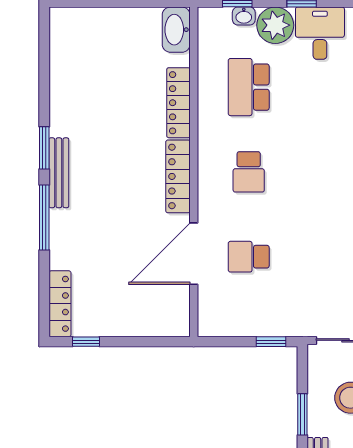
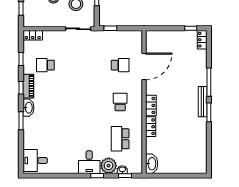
school desk: (249, 87) -> (120, 139), turned 180
locker: (178, 103) -> (151, 127), width x0.66
locker: (178, 176) -> (151, 105), width x0.66
locker: (60, 304) -> (202, 40), width x0.66

